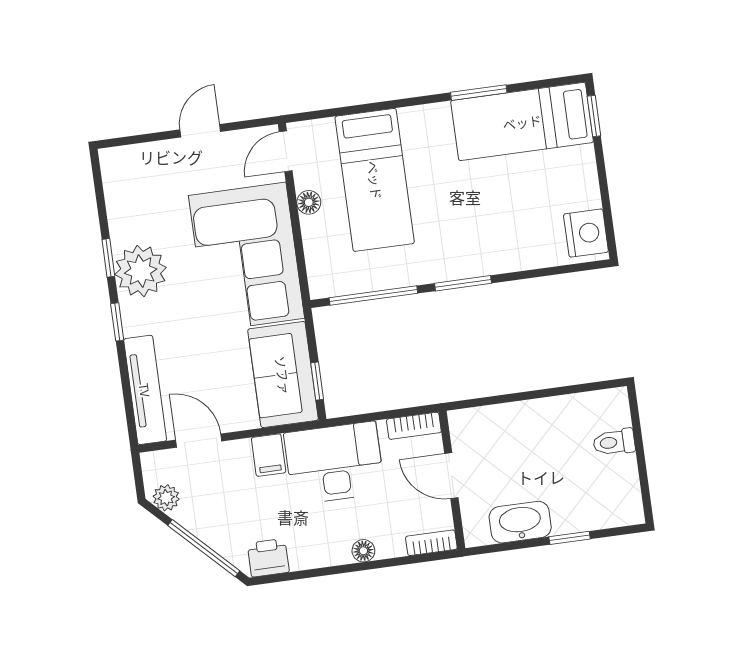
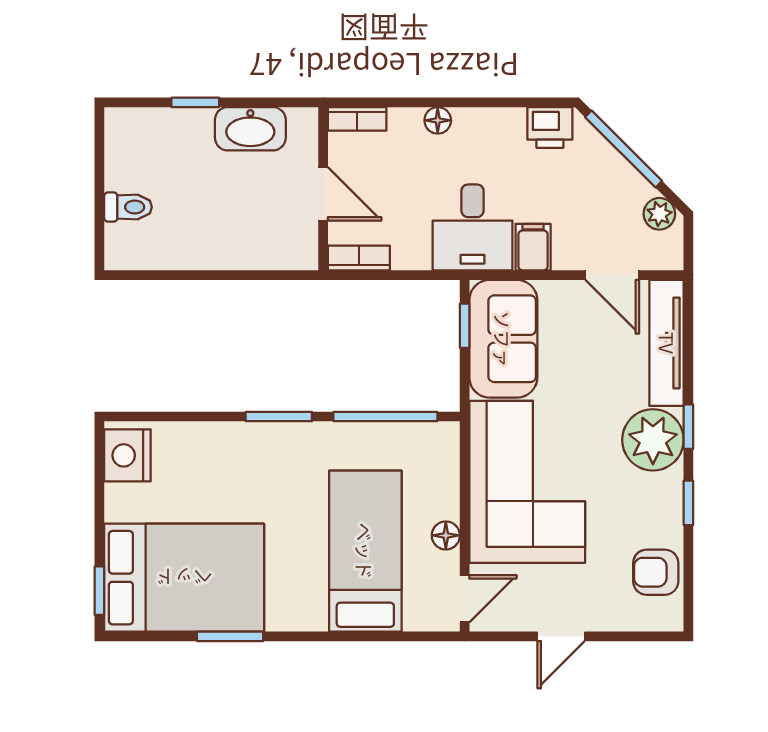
bed: (522, 122) -> (184, 578), width x1.50
armchair: (128, 196) -> (656, 572), added
plant: (141, 271) -> (653, 440), moved
desk: (334, 463) -> (473, 227), width x0.73

